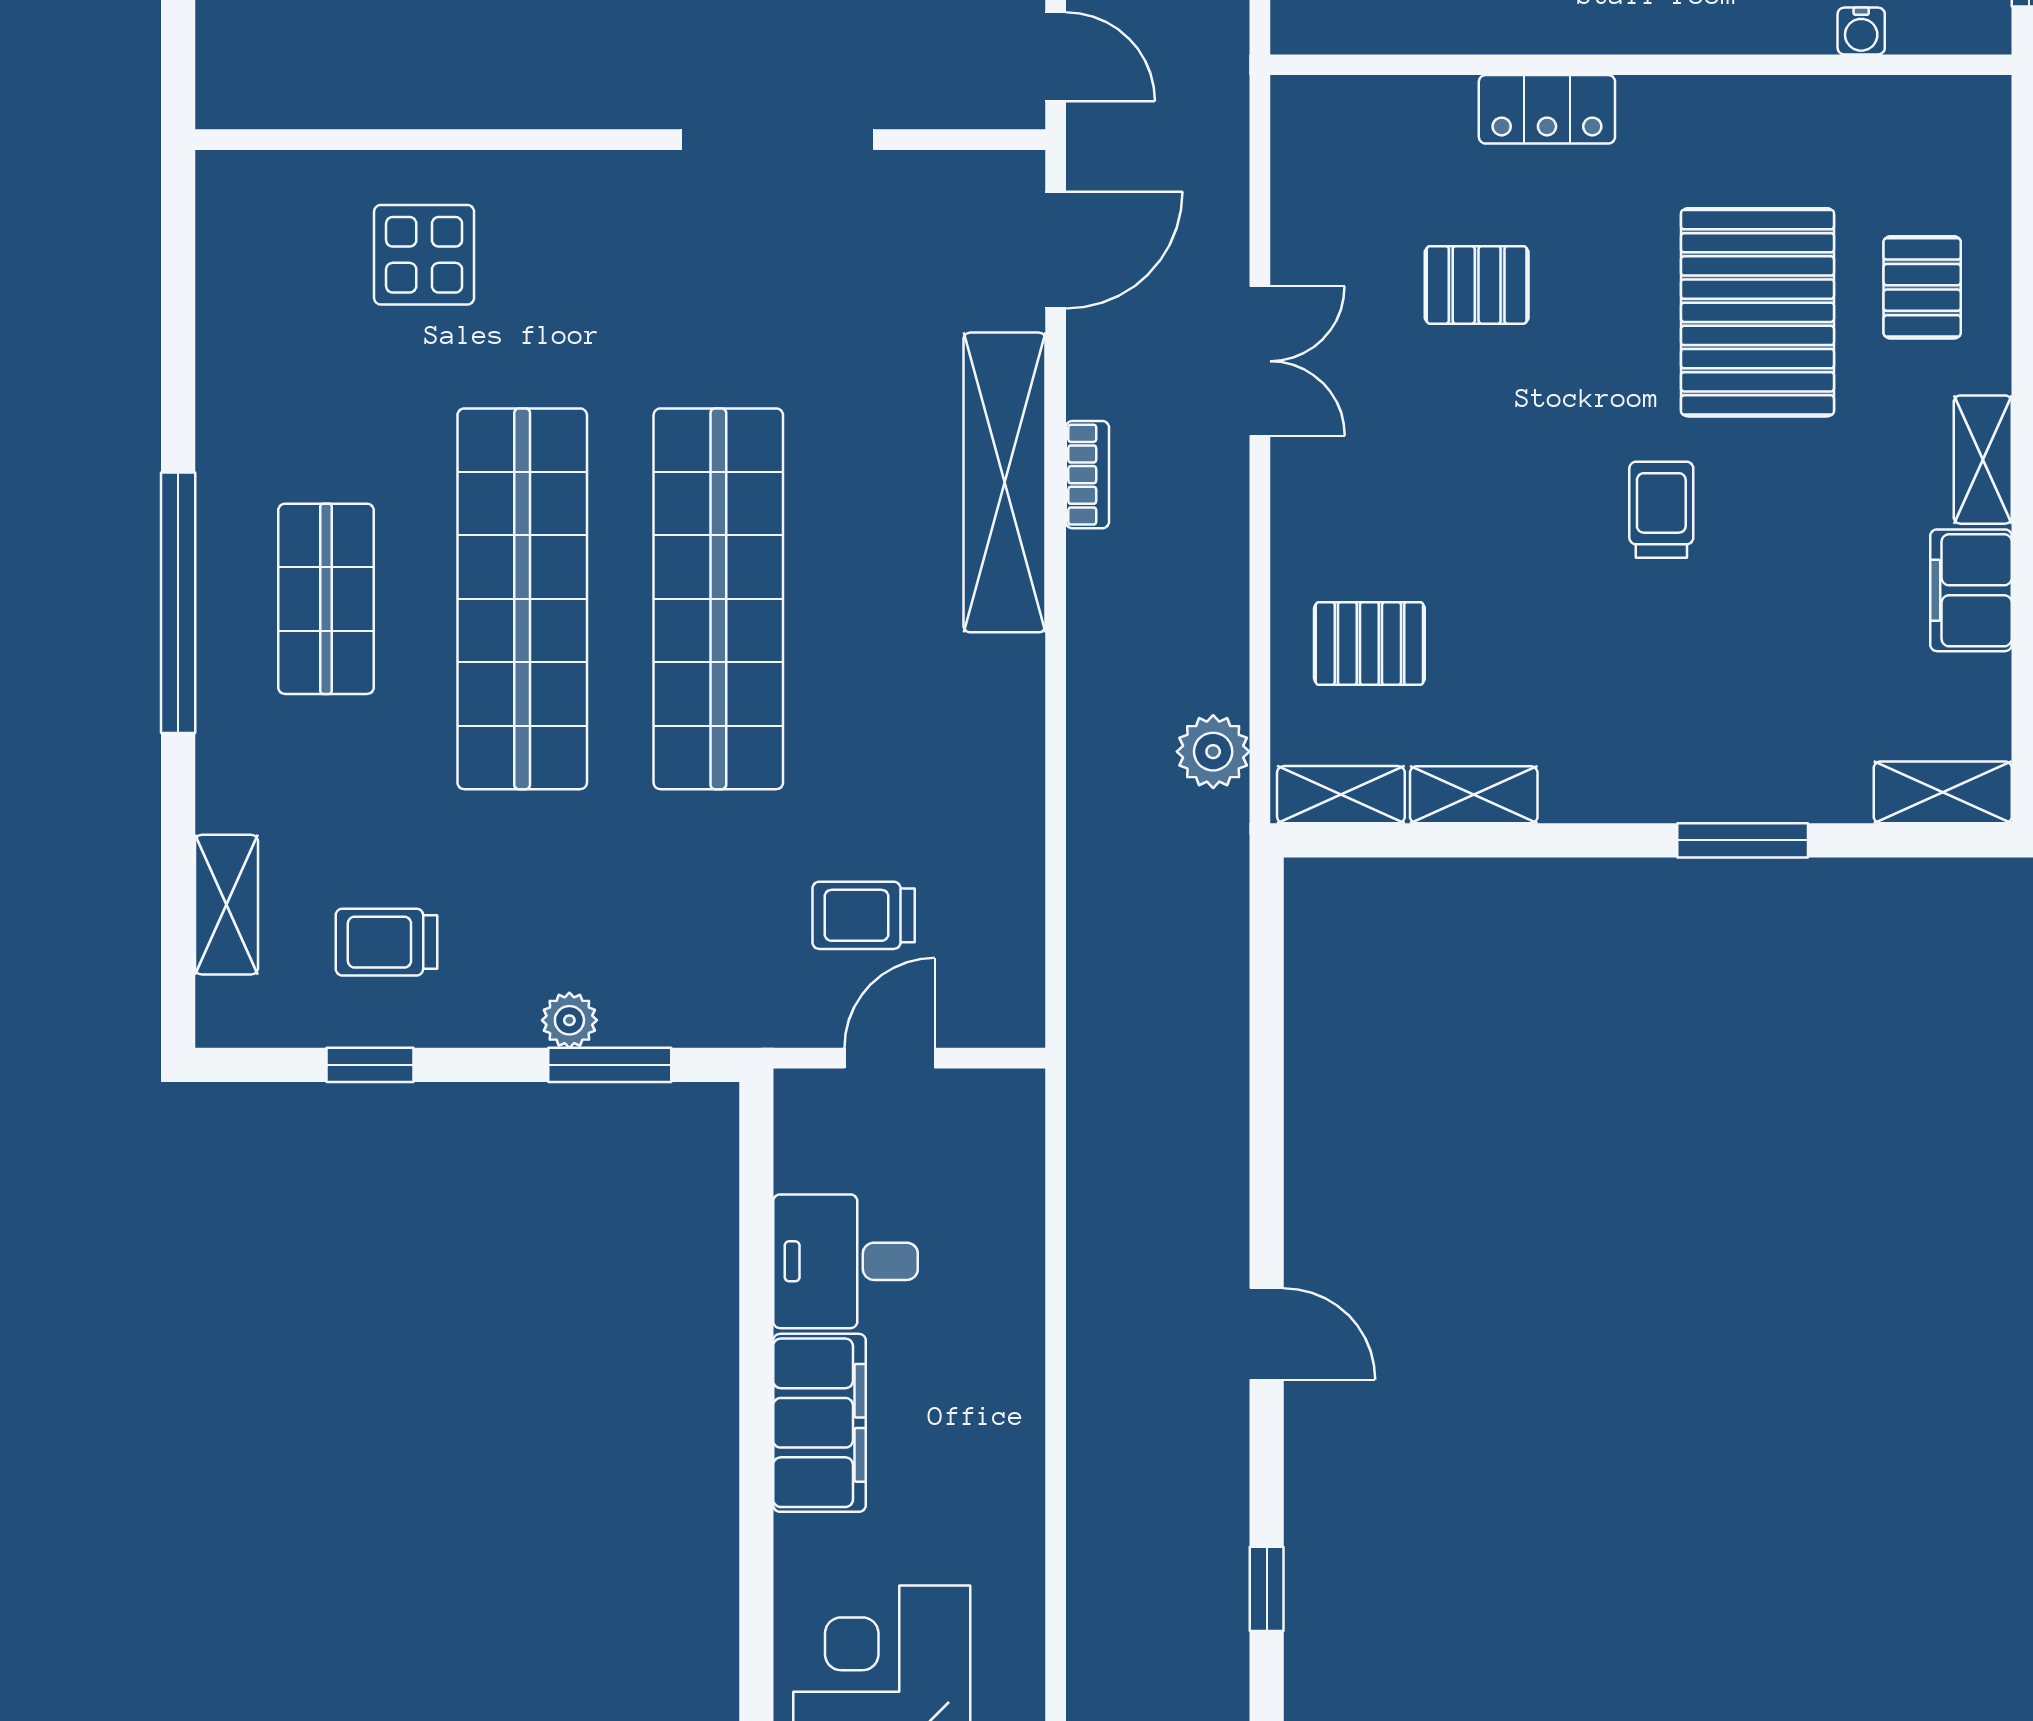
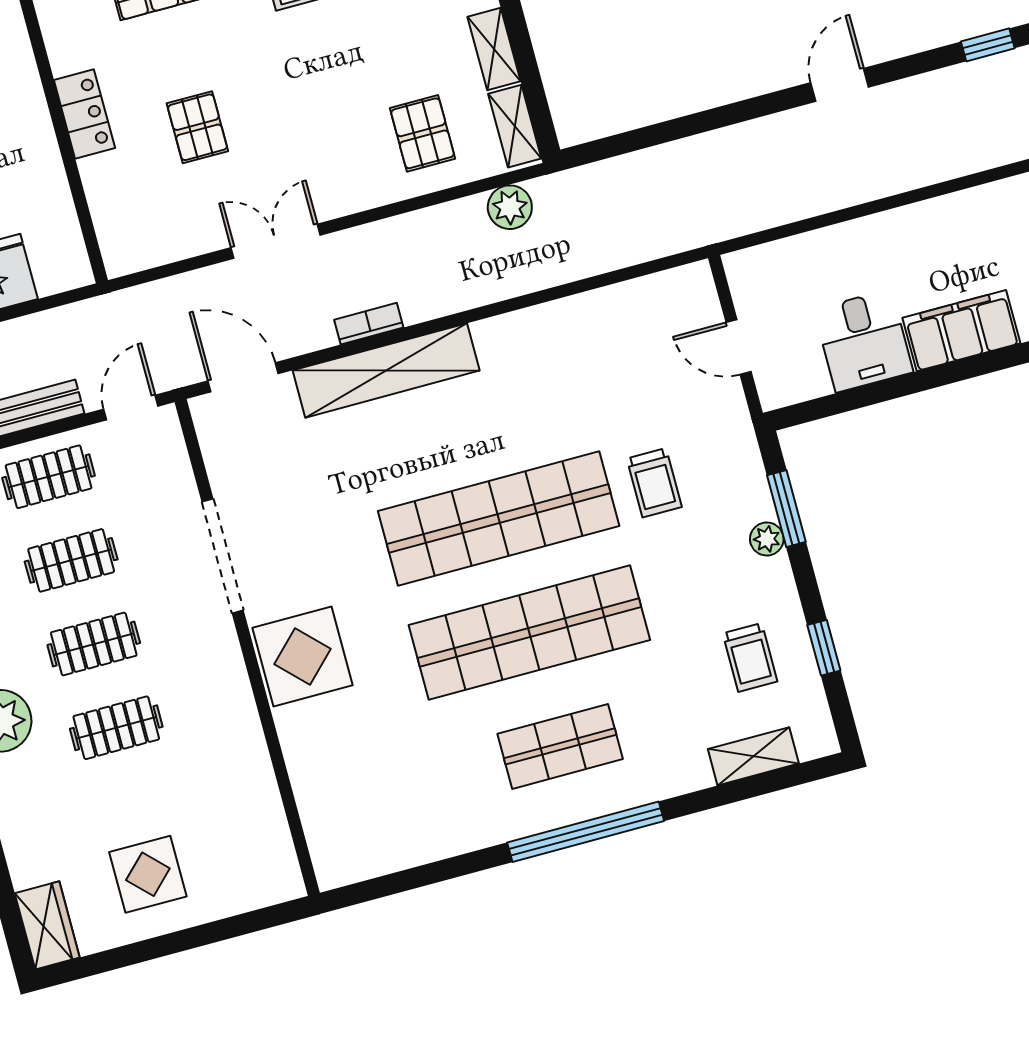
display table: (424, 255) -> (302, 657), moved, width x1.36, depth x1.36
trolley: (864, 915) -> (654, 483), moved

